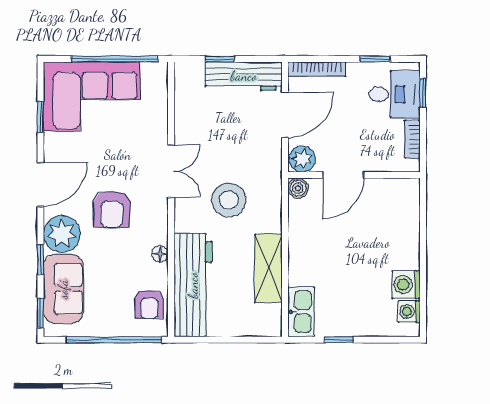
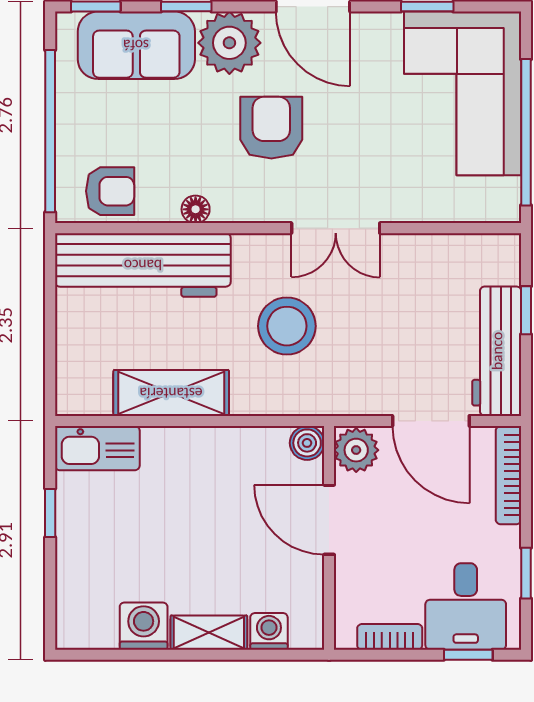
armchair: (112, 209) -> (271, 128), turned 89
shelving: (410, 246) -> (209, 633), added
armchair: (149, 304) -> (110, 191), turned 180
washing machine: (409, 311) -> (269, 631), moved

